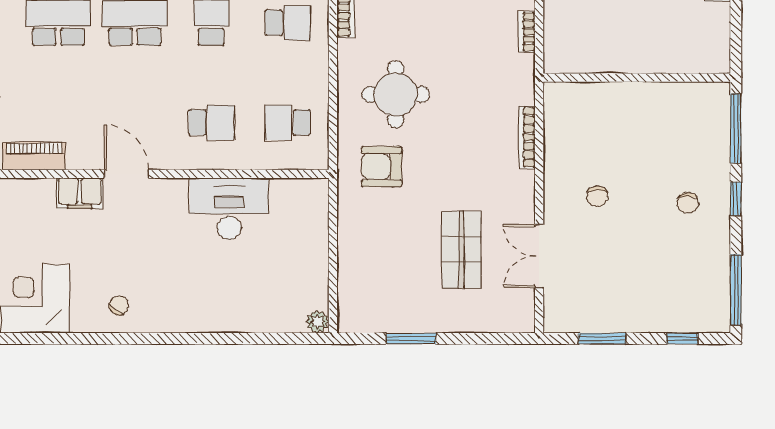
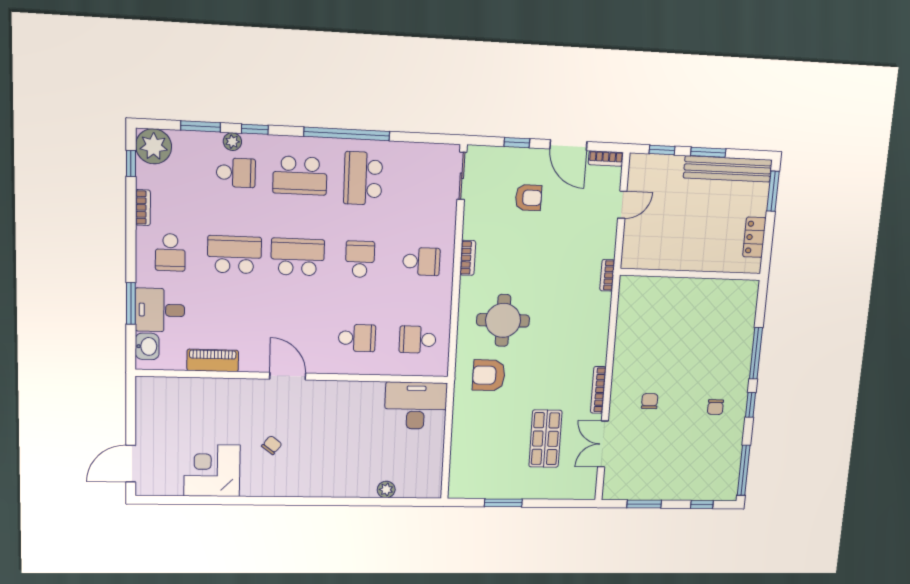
wall: (637, 78) -> (691, 274), moved
bookcase: (527, 137) -> (598, 390), moved
filing cabinet: (80, 193) -> (249, 390), removed
chair: (597, 197) -> (650, 401), turned 180
desk: (229, 209) -> (416, 406), moved
chair: (119, 306) -> (272, 445), moved
plant: (317, 322) -> (386, 490), moved

